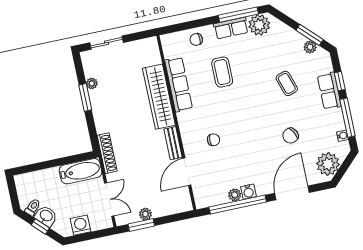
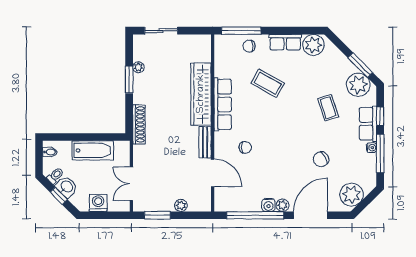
window: (238, 15) -> (241, 31), moved
plant: (310, 47) -> (358, 85), width x1.87, depth x1.87
coffee table: (222, 72) -> (268, 83), turned -61
row of seats: (179, 84) -> (223, 104), moved
water cooler: (342, 136) -> (372, 148), moved
shoe rack: (107, 153) -> (139, 124), moved
bathtub: (81, 171) -> (93, 150), moved
door: (187, 172) -> (213, 173), swing flipped
bidet: (22, 185) -> (50, 152), added
plant: (235, 195) -> (283, 205), moved
double door: (109, 199) -> (131, 184), swing flipped
plant: (145, 214) -> (181, 205), moved

